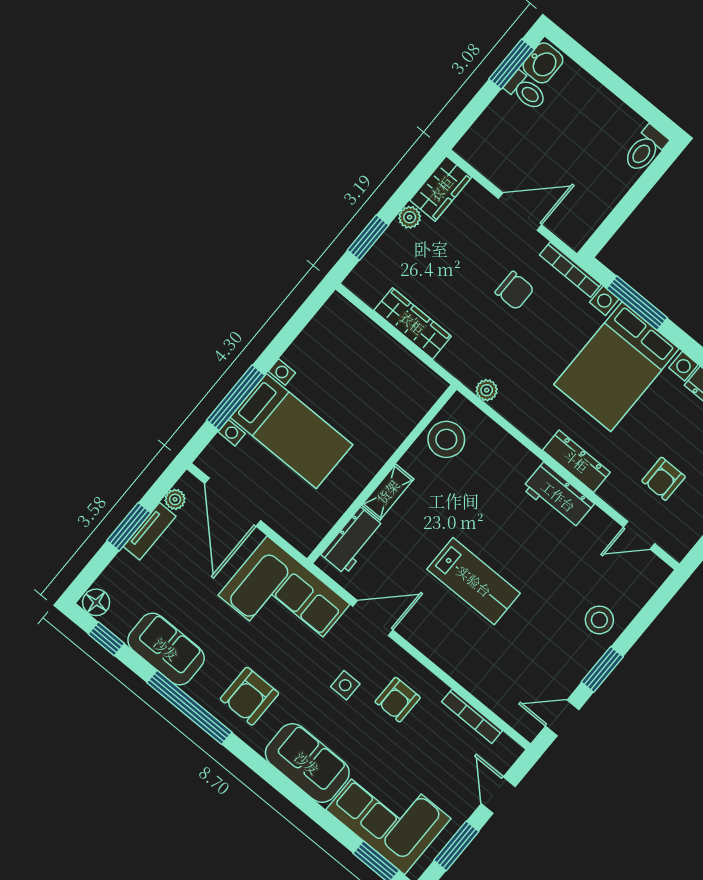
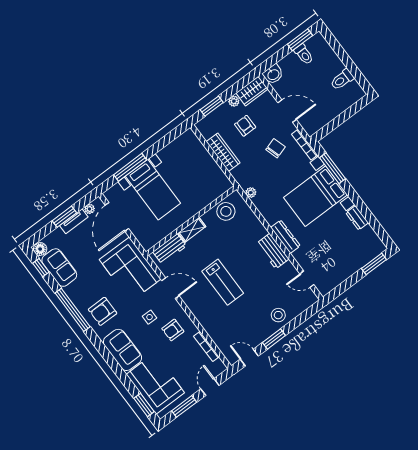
washbasin: (543, 63) -> (273, 74), moved
toilet: (645, 149) -> (342, 80), moved
chair: (515, 291) -> (276, 148), turned -107
armchair: (663, 479) -> (245, 126), moved, turned 90
sofa: (166, 649) -> (59, 268), moved

